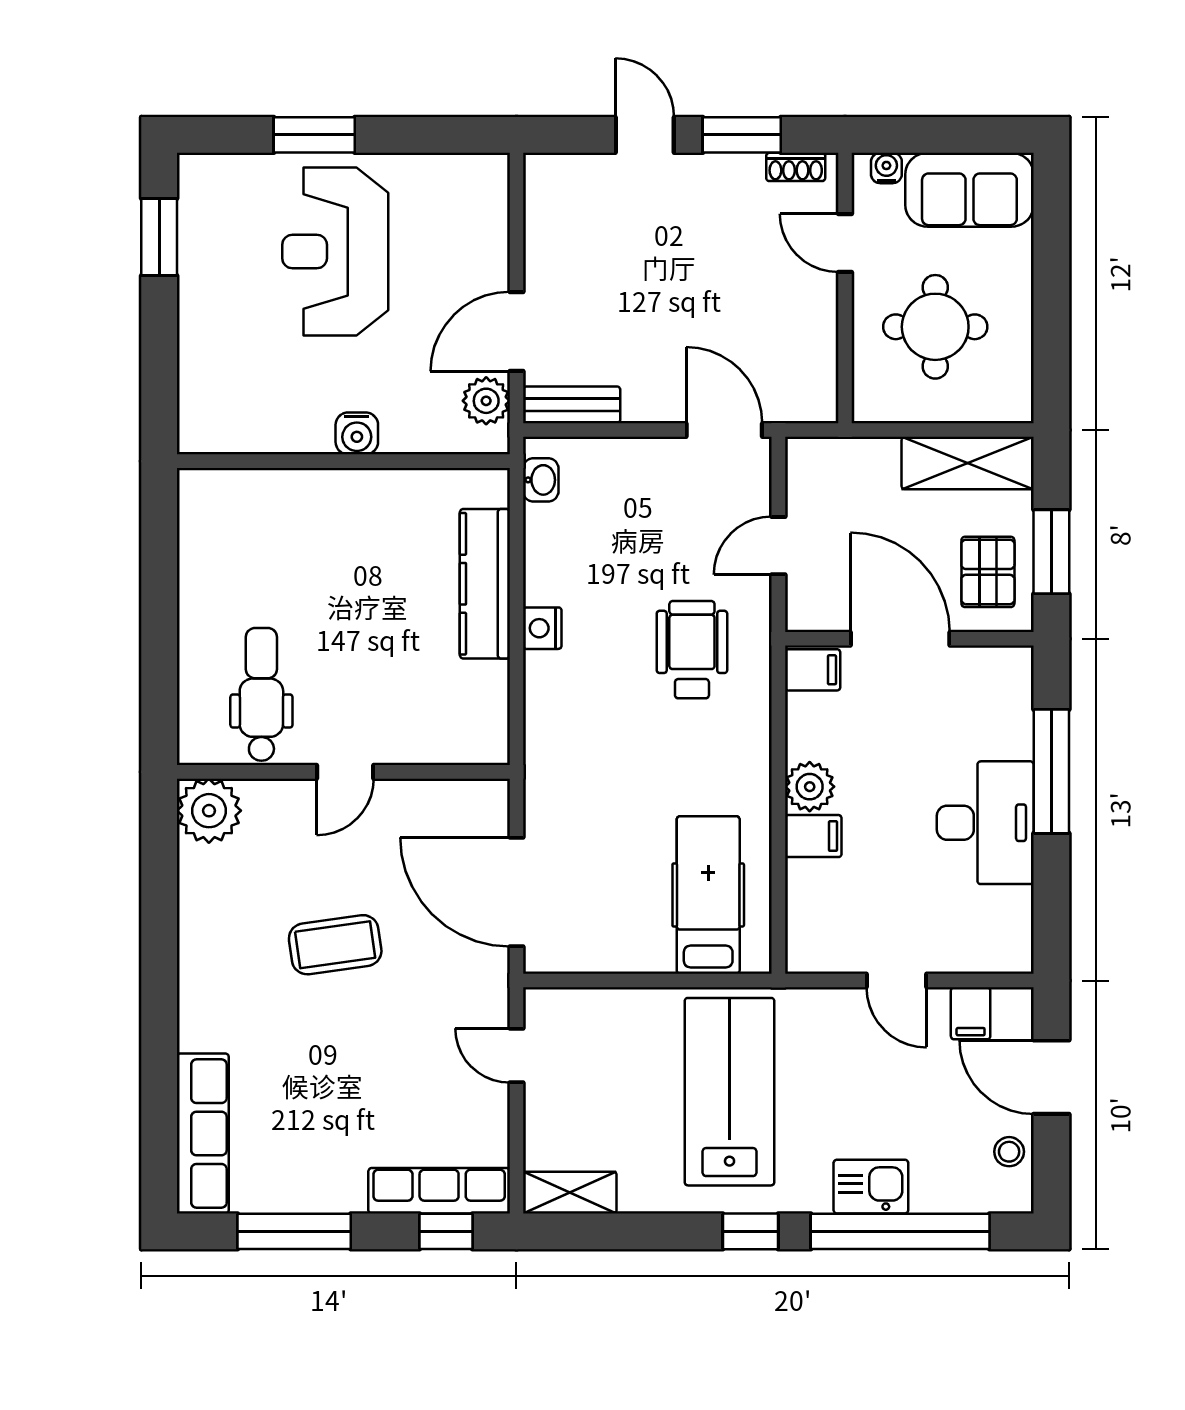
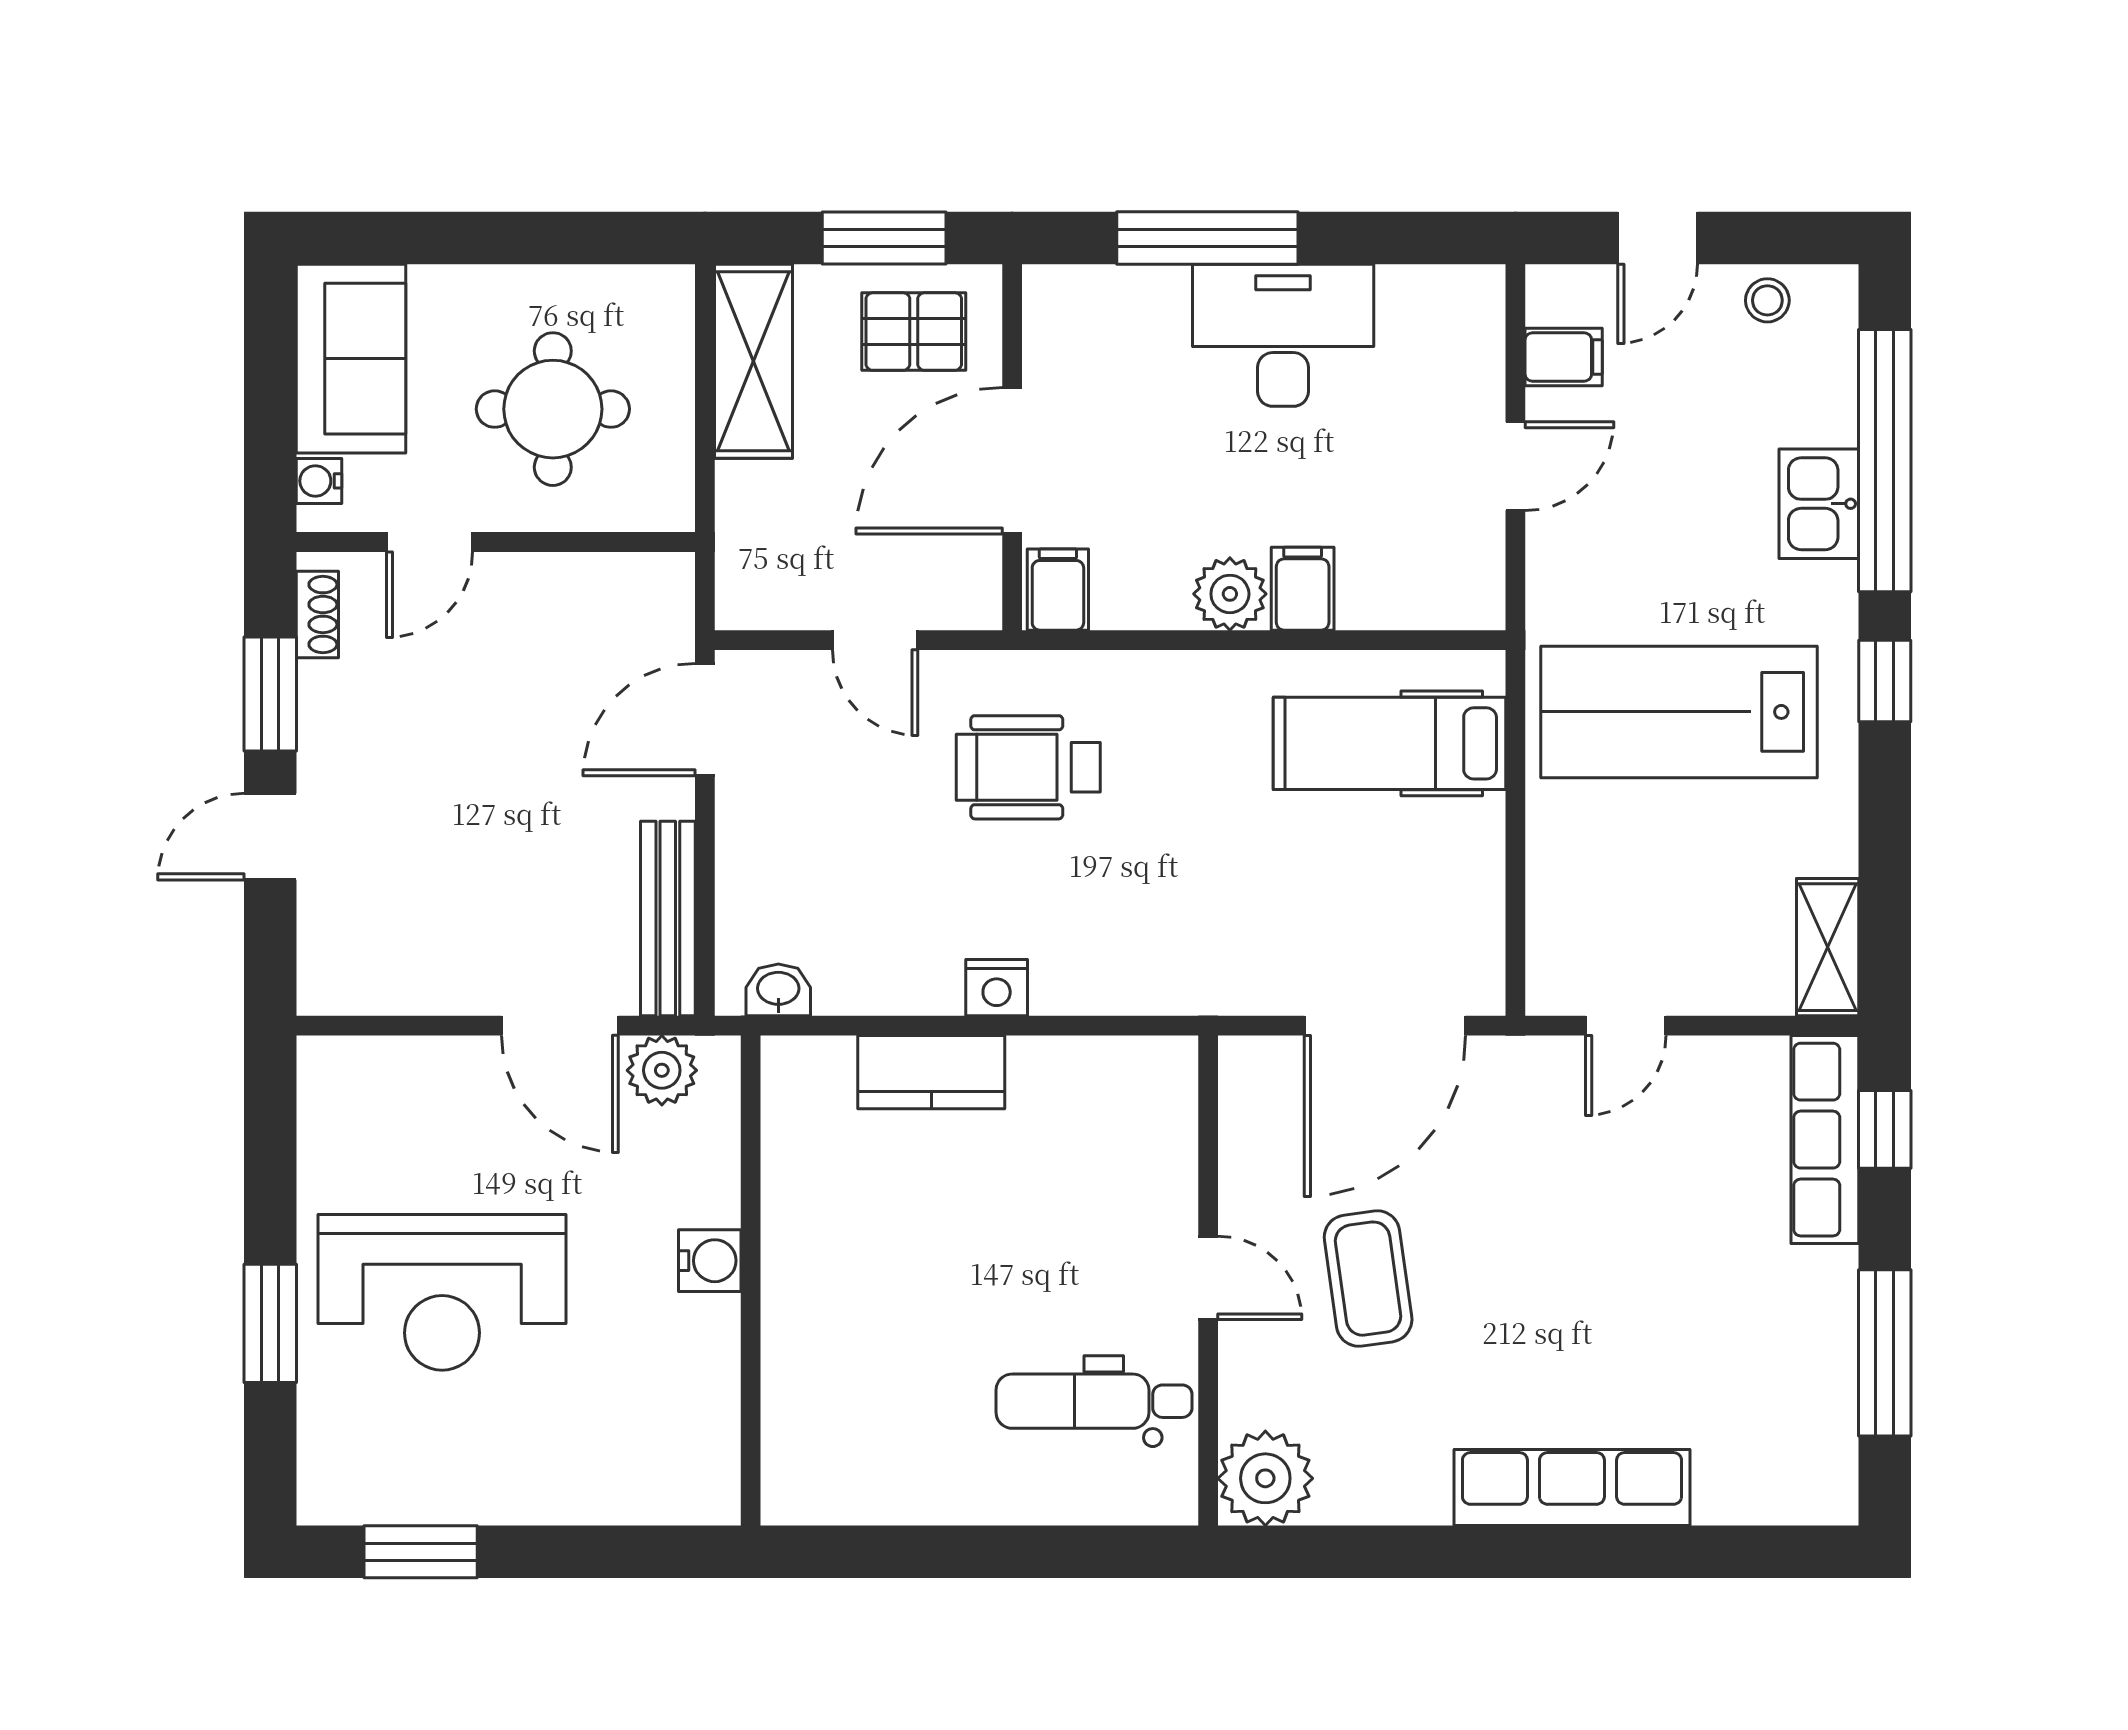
bench: (572, 405) -> (668, 918), width x1.36
kitchen counter: (485, 584) -> (931, 1072), width x0.67
coffee table: (335, 945) -> (1368, 1279), moved
door: (1051, 1077) -> (1658, 238), width x0.73
row of seats: (203, 1134) -> (1572, 1488), moved

